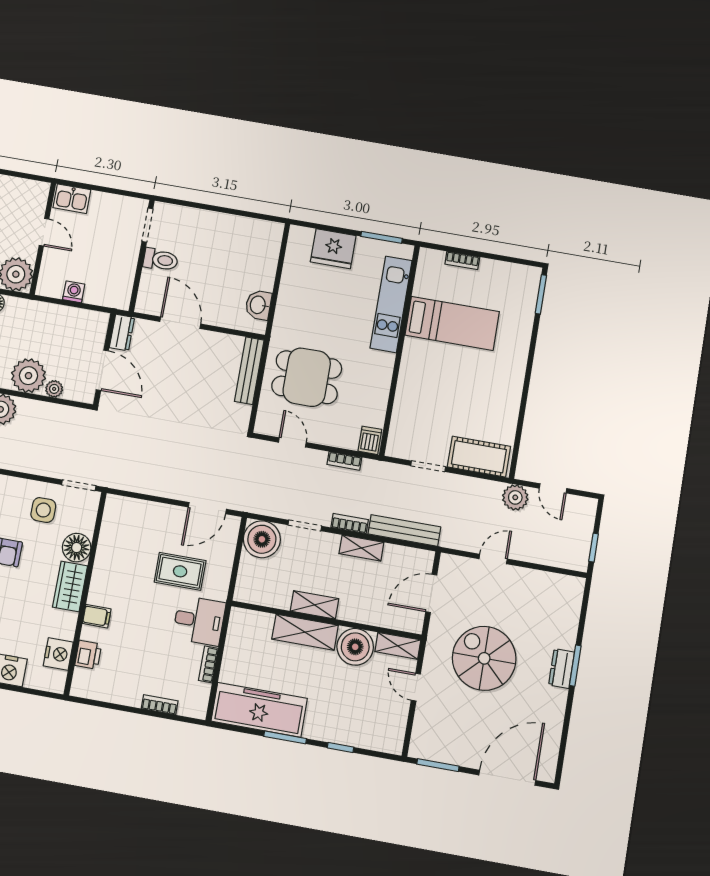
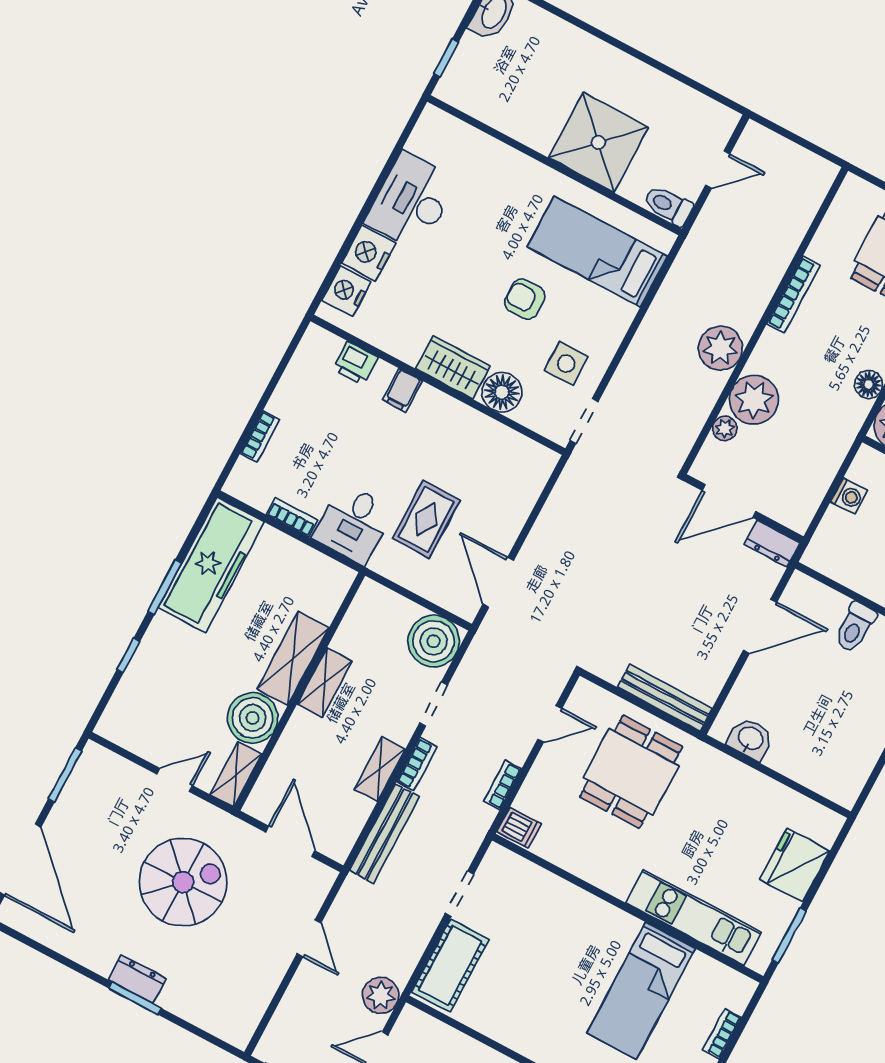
nightstand: (58, 654) -> (346, 291), moved, turned 90

